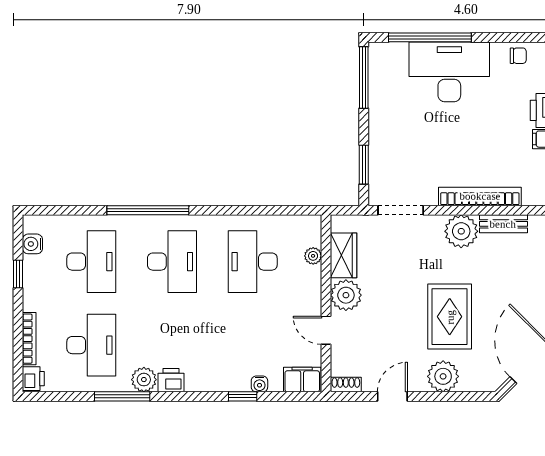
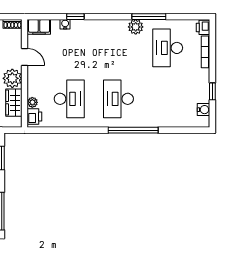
desk: (91, 262) -> (168, 99), removed
printer: (171, 380) -> (34, 117), moved, turned -90

